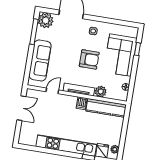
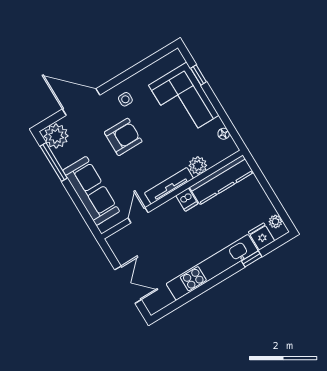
armchair: (89, 59) -> (123, 137), moved
double door: (21, 108) -> (128, 285), moved

